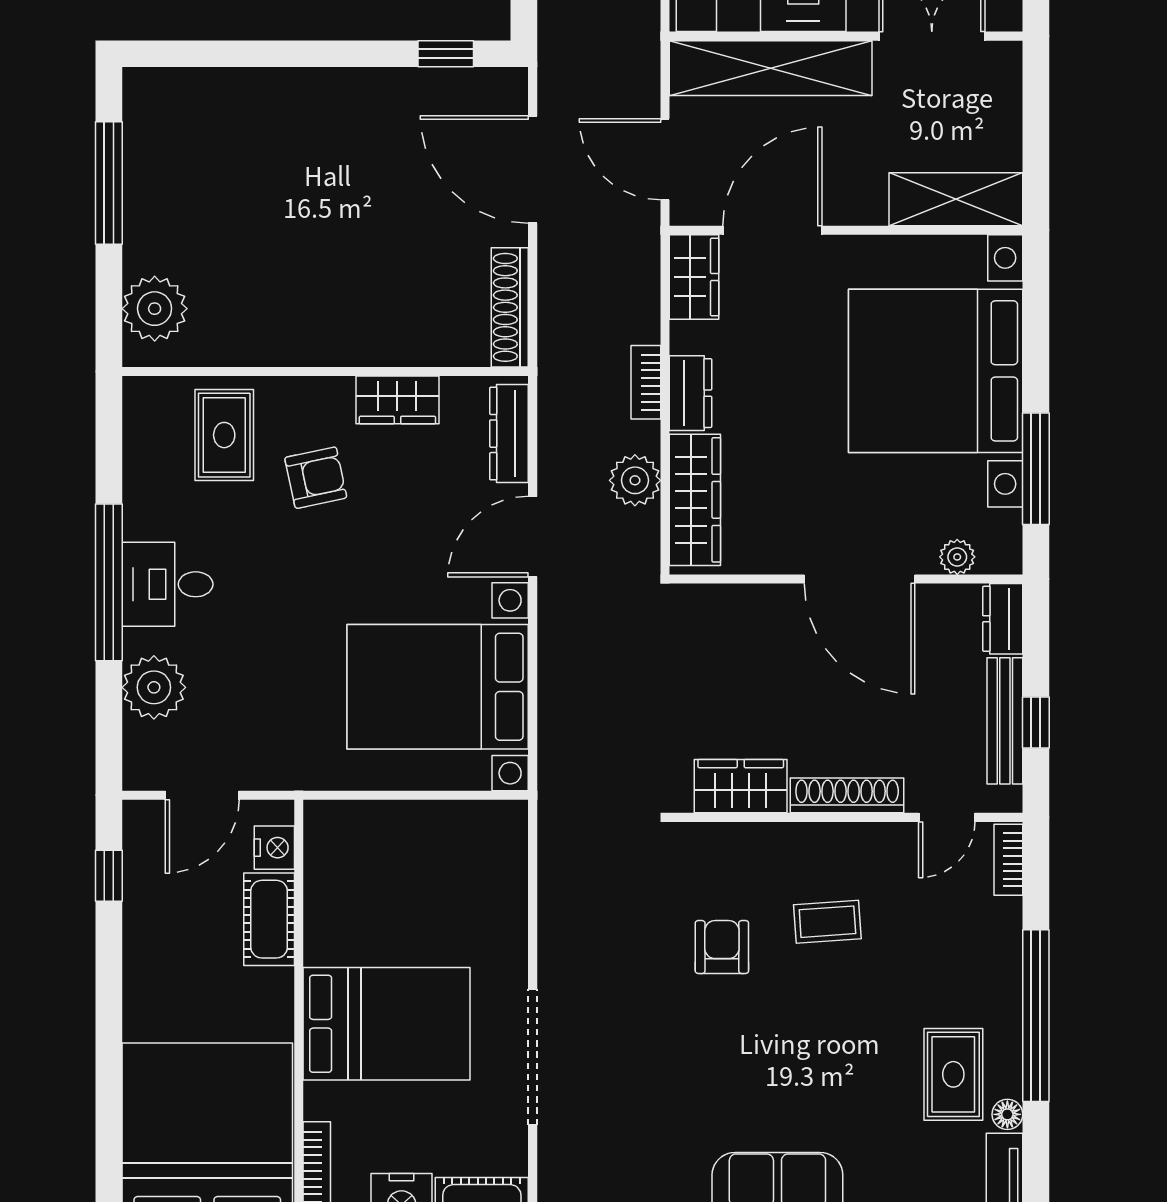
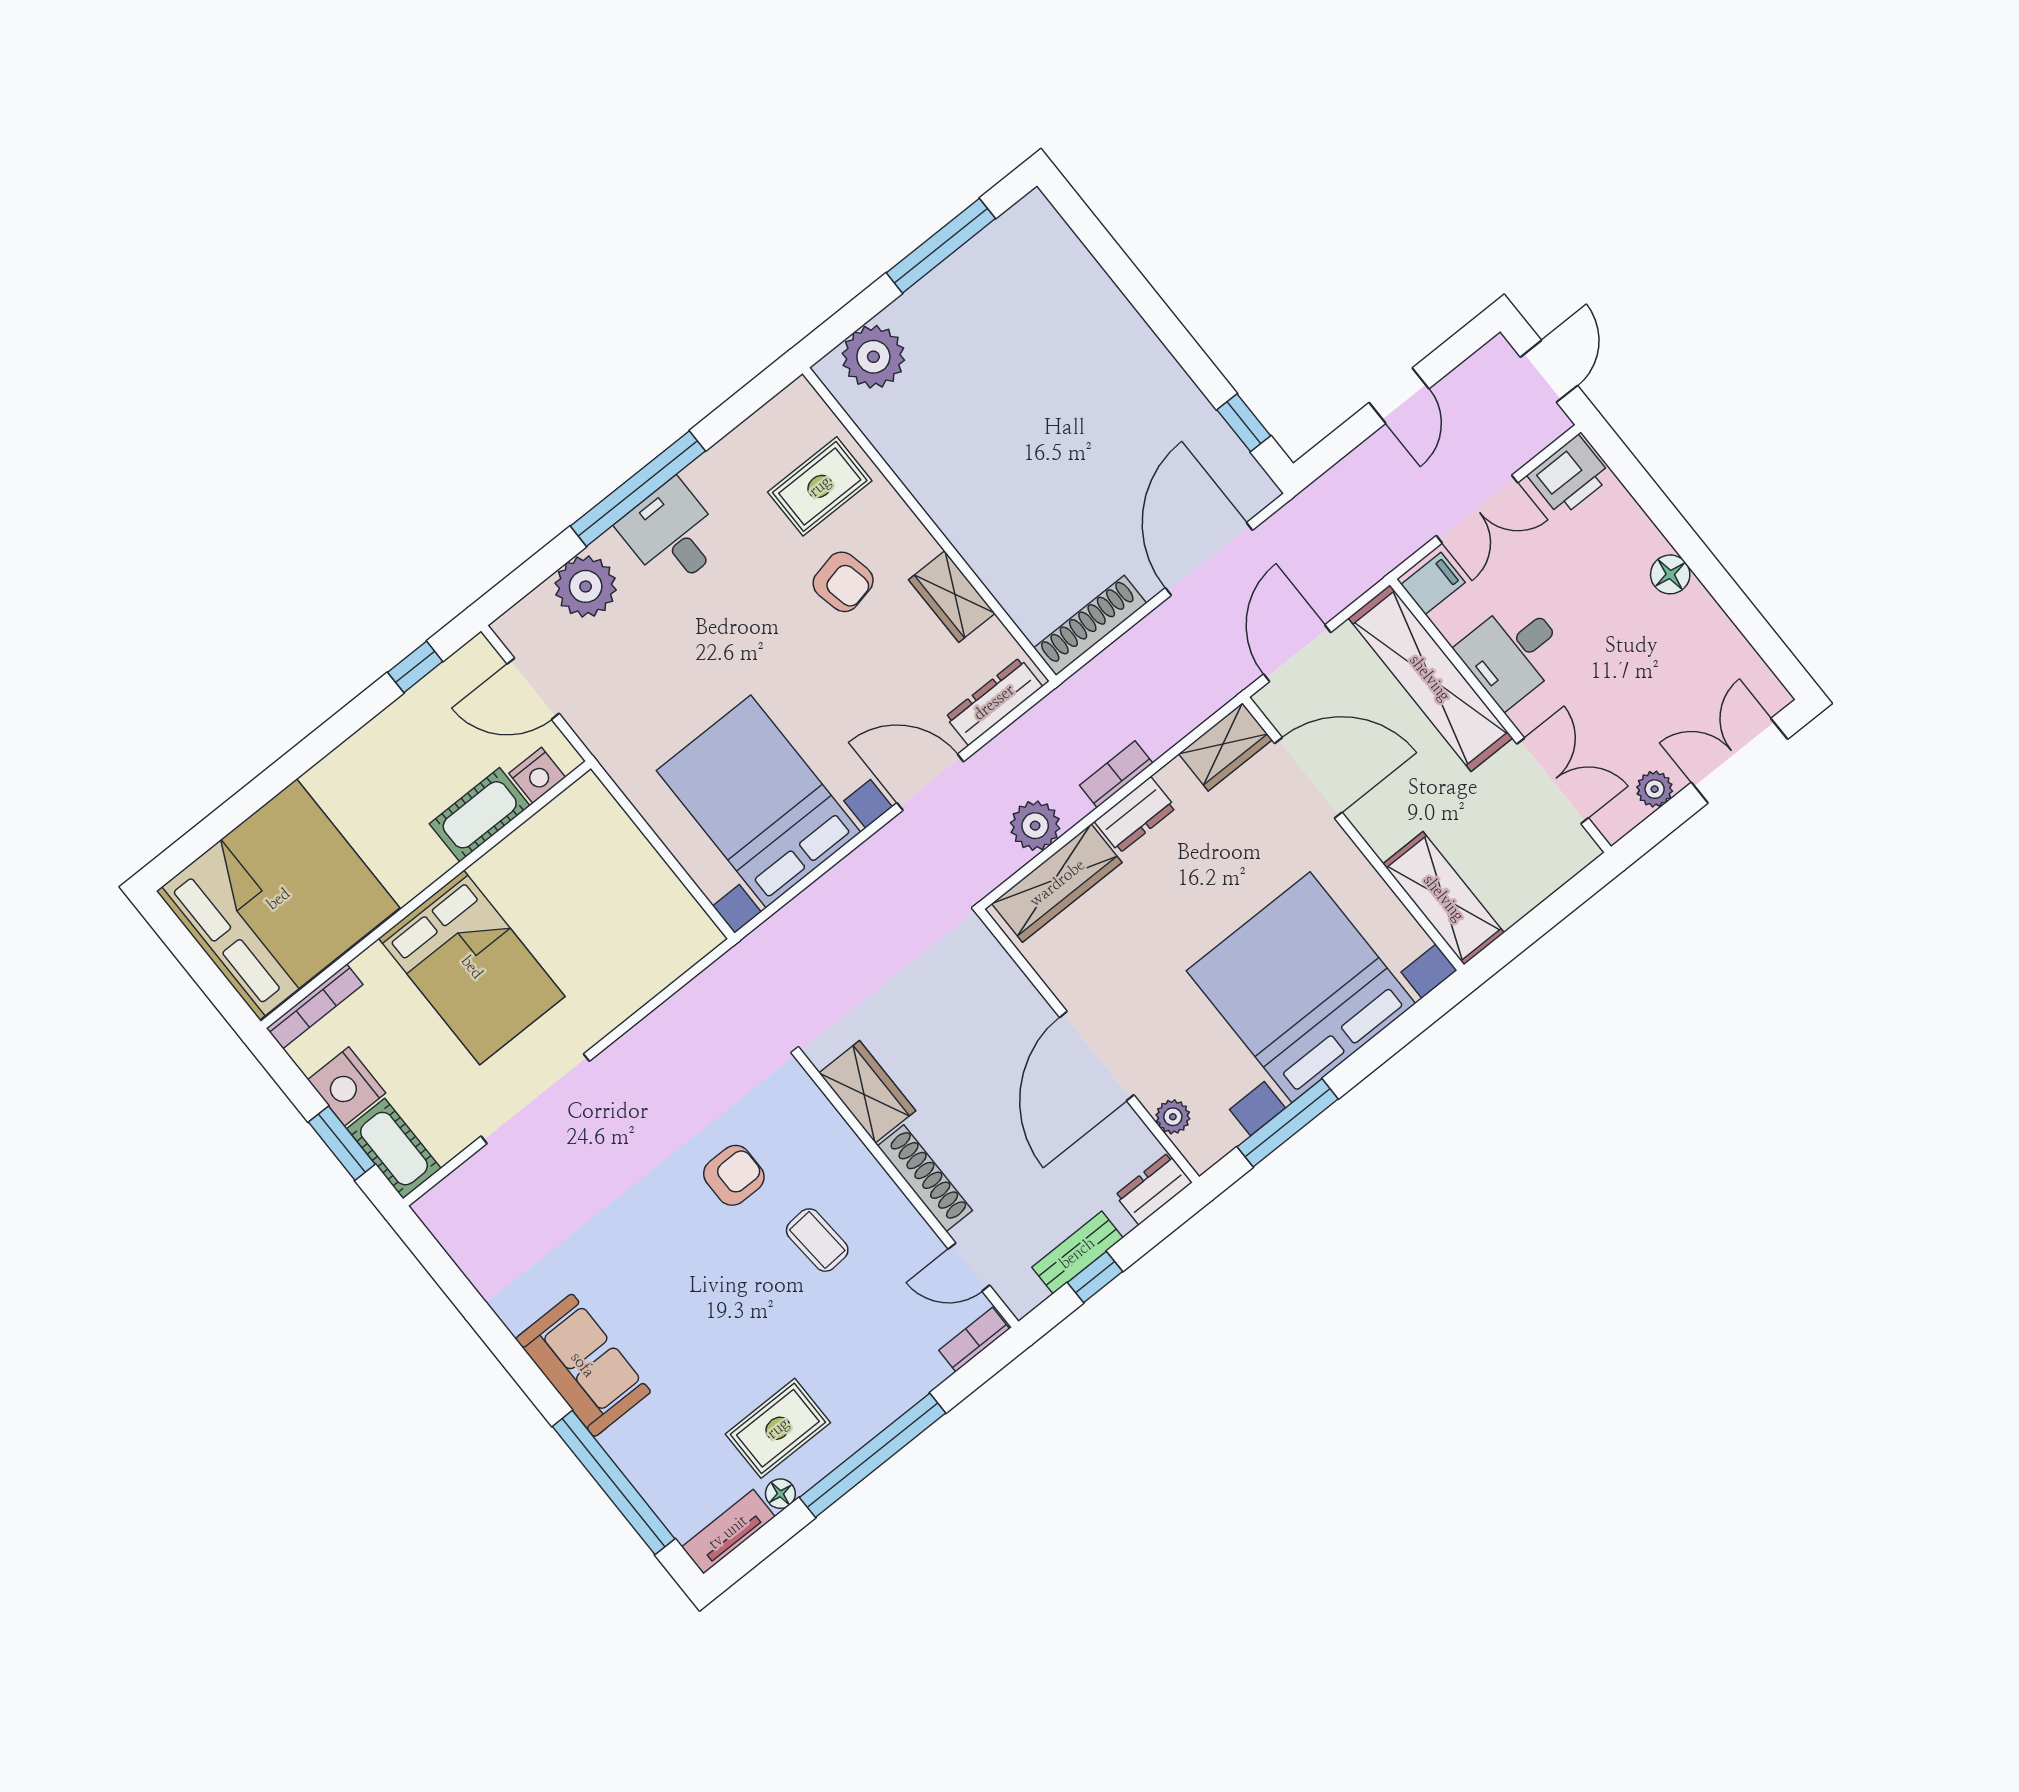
bench: (1005, 721) -> (1077, 1253), width x0.73

